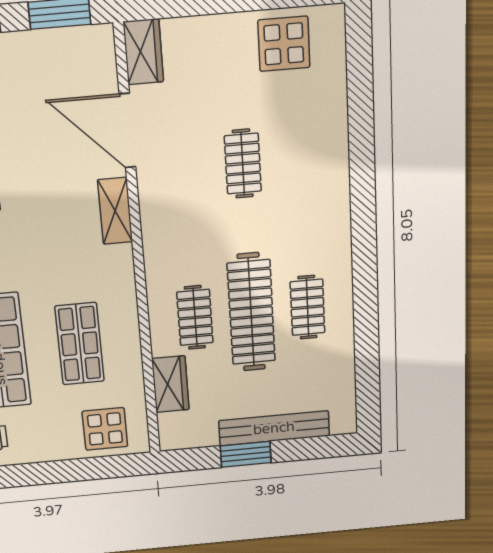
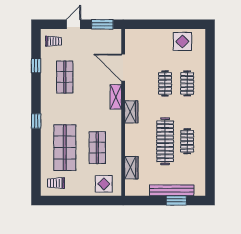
wardrobe: (143, 52) -> (131, 112), moved
clothes rail: (195, 317) -> (187, 83), moved
window: (246, 454) -> (176, 200), moved

